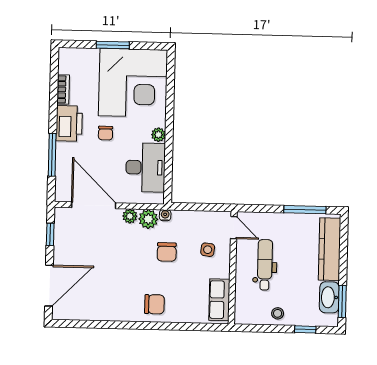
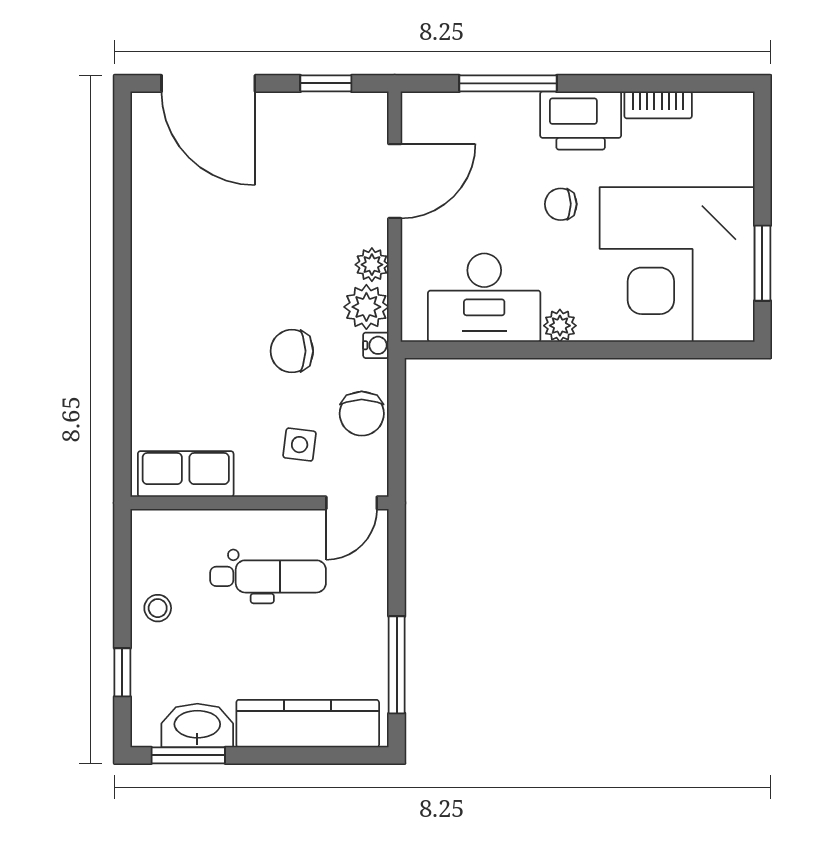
window: (113, 45) -> (762, 263), moved
door: (94, 205) -> (395, 181), width x0.73
chair: (154, 304) -> (362, 414), moved

